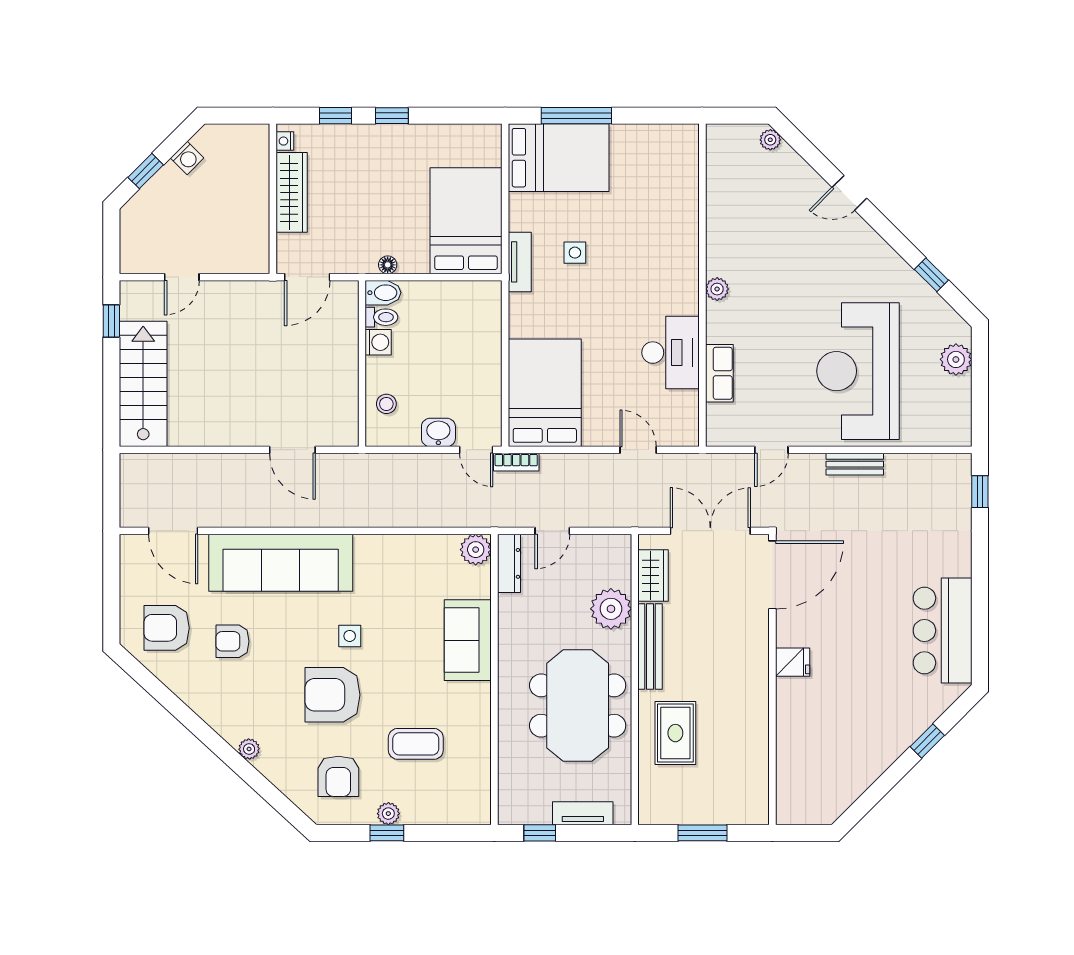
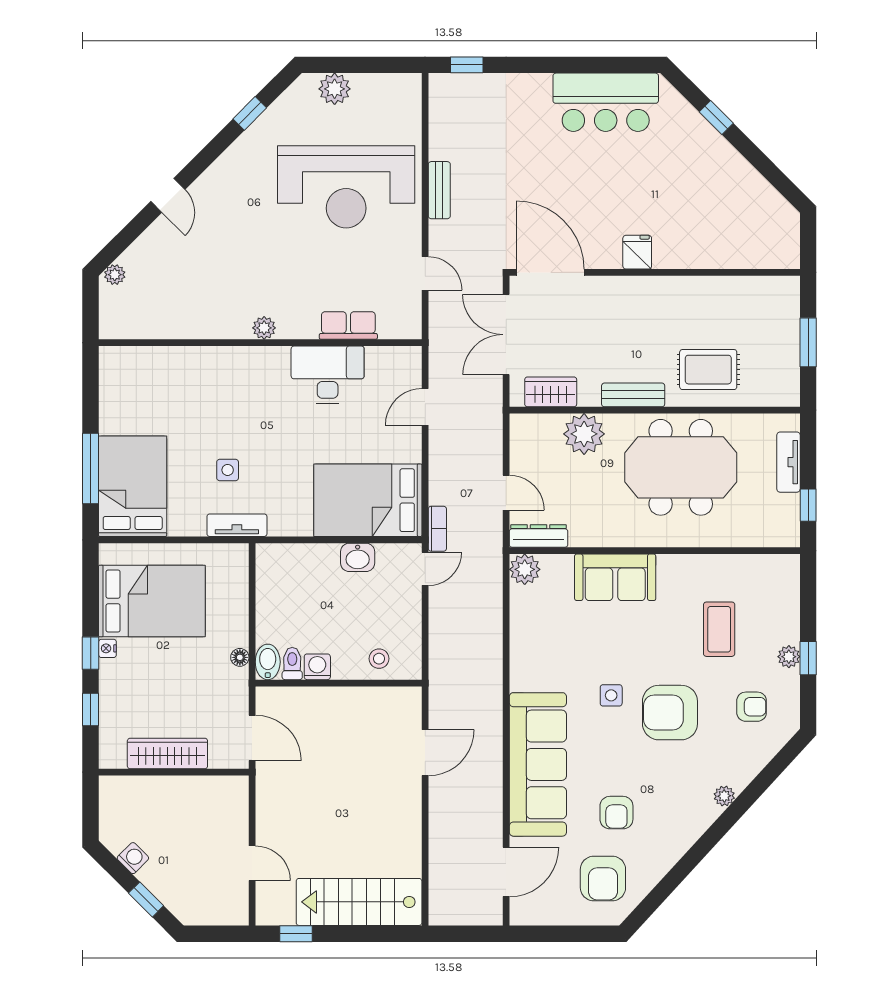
nightstand: (285, 141) -> (107, 648), moved, turned 90
bed: (466, 221) -> (152, 601), moved, turned 180
washbasin: (438, 432) -> (358, 557), moved, turned -90
bench: (650, 647) -> (633, 395), width x0.73
armchair: (333, 695) -> (670, 713), turned 90
armchair: (338, 776) -> (752, 707), width x0.72, depth x0.72

